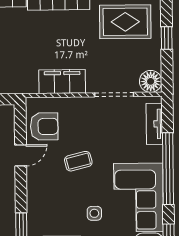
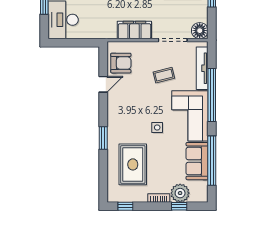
tv unit: (154, 124) -> (202, 68), width x1.41
coffee table: (78, 161) -> (164, 75), moved

